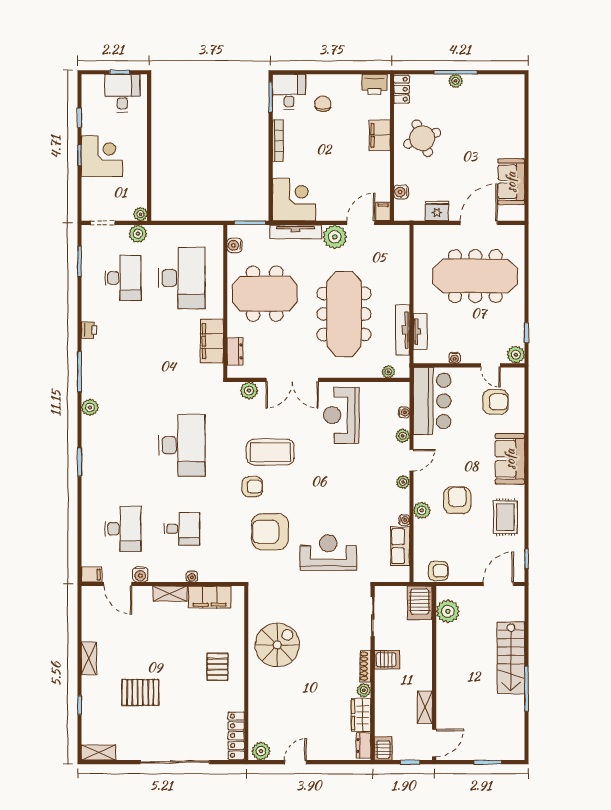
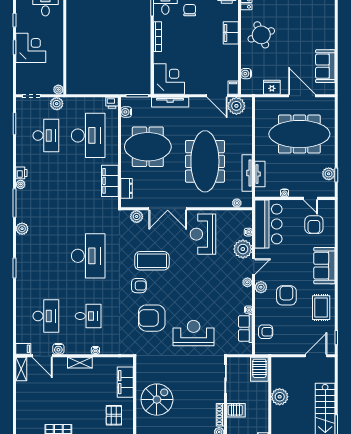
door: (361, 223) -> (217, 96), swing flipped
door: (479, 223) -> (302, 96), hinge flipped
printer: (215, 233) -> (112, 103), added
plant: (335, 237) -> (236, 106), moved
plant: (88, 346) -> (21, 184), added
plant: (516, 355) -> (329, 174), moved
armchair: (495, 402) -> (314, 225), turned 90
plant: (403, 436) -> (243, 249), width x1.87, depth x1.87
plant: (422, 510) -> (261, 287), moved
armchair: (438, 571) -> (266, 332), moved
filing cabinet: (210, 597) -> (125, 382), moved, turned 90
plant: (448, 611) -> (280, 397), moved
shelving: (89, 658) -> (21, 369), moved

